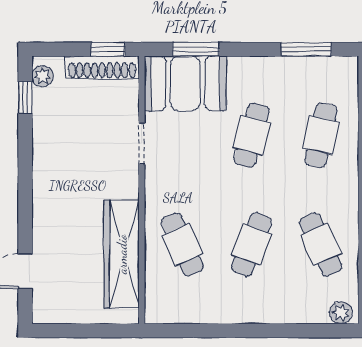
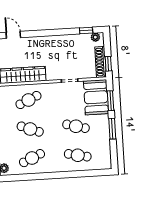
window: (306, 49) -> (112, 129), moved

